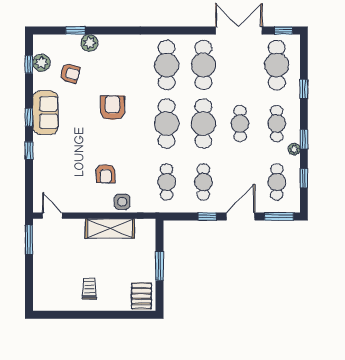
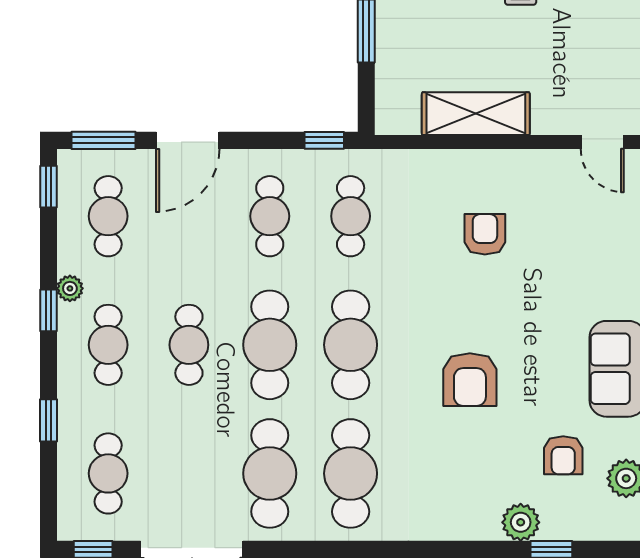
cafe table: (277, 65) -> (108, 473), width x0.73, depth x0.74
armchair: (70, 73) -> (563, 455), turned -105
window: (304, 178) -> (49, 187), moved
side table: (122, 202) -> (449, 173), removed
window: (207, 216) -> (324, 140), moved

